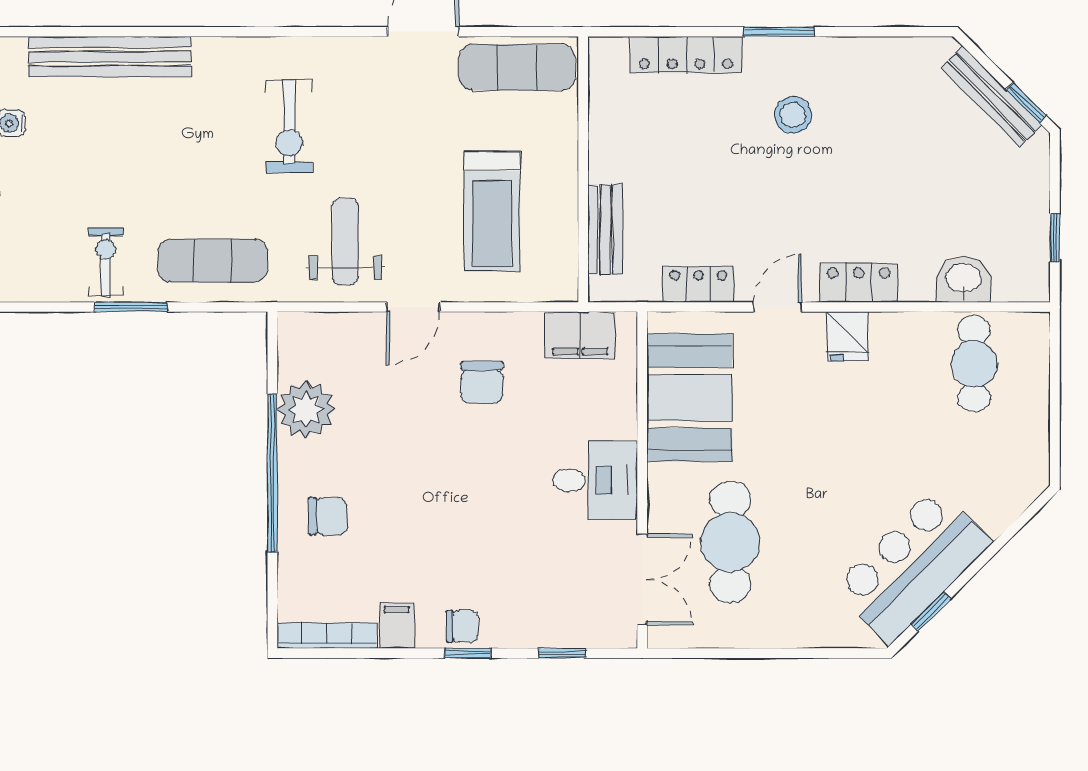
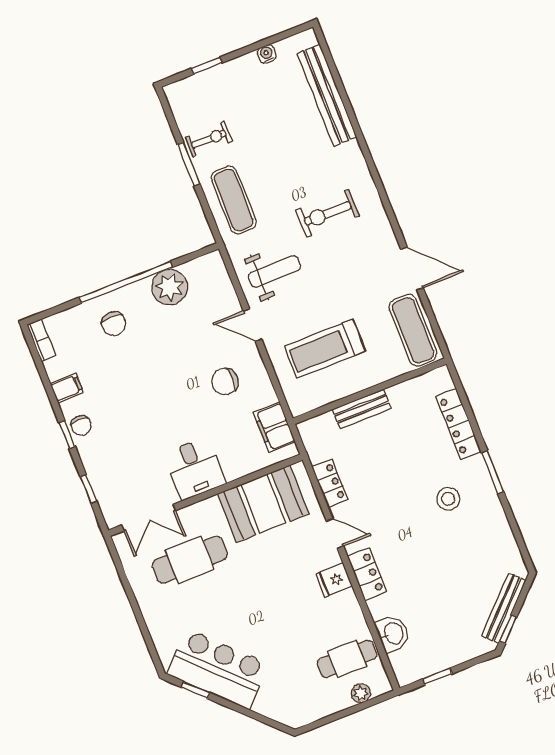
bench: (605, 230) -> (362, 409), moved
plant: (1035, 364) -> (361, 693), added
bookcase: (327, 636) -> (41, 340), width x0.64

